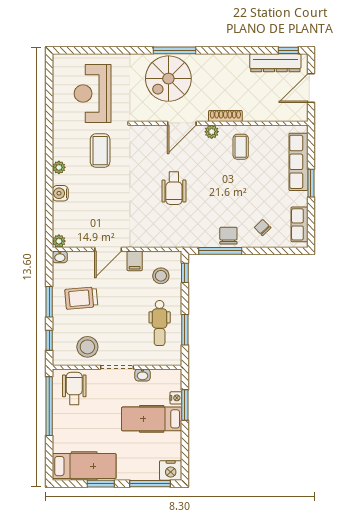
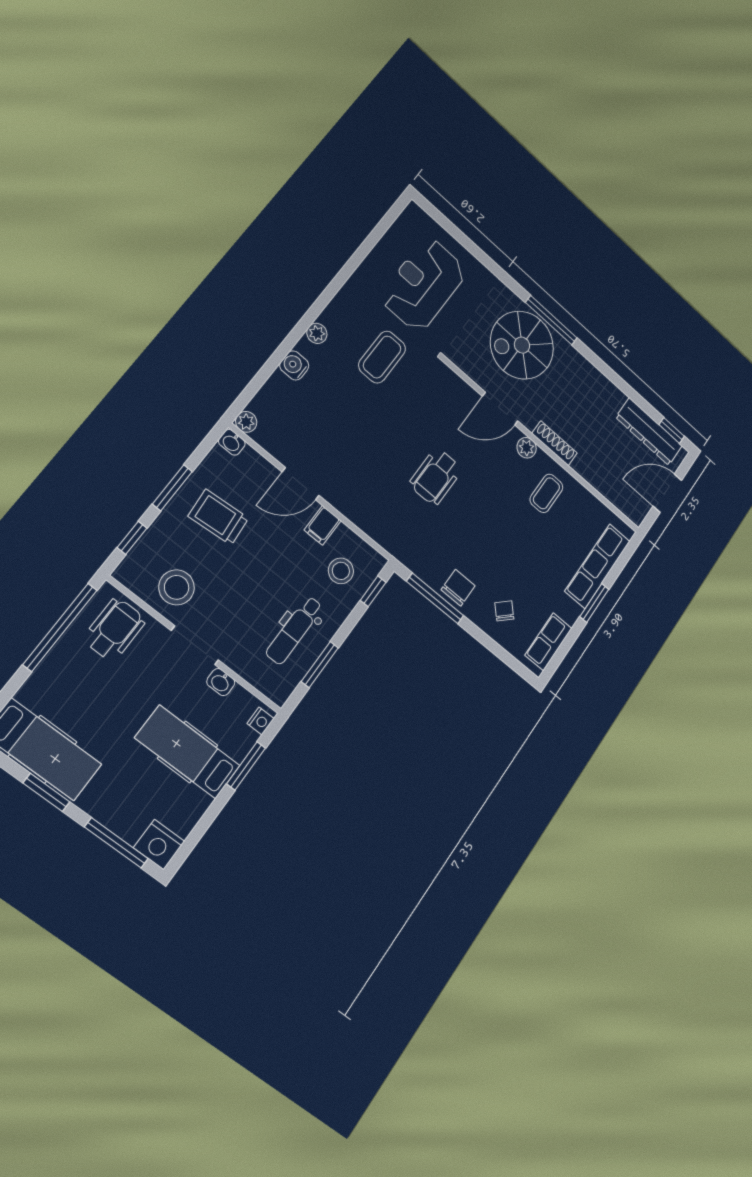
nightstand: (176, 398) -> (260, 721), moved

